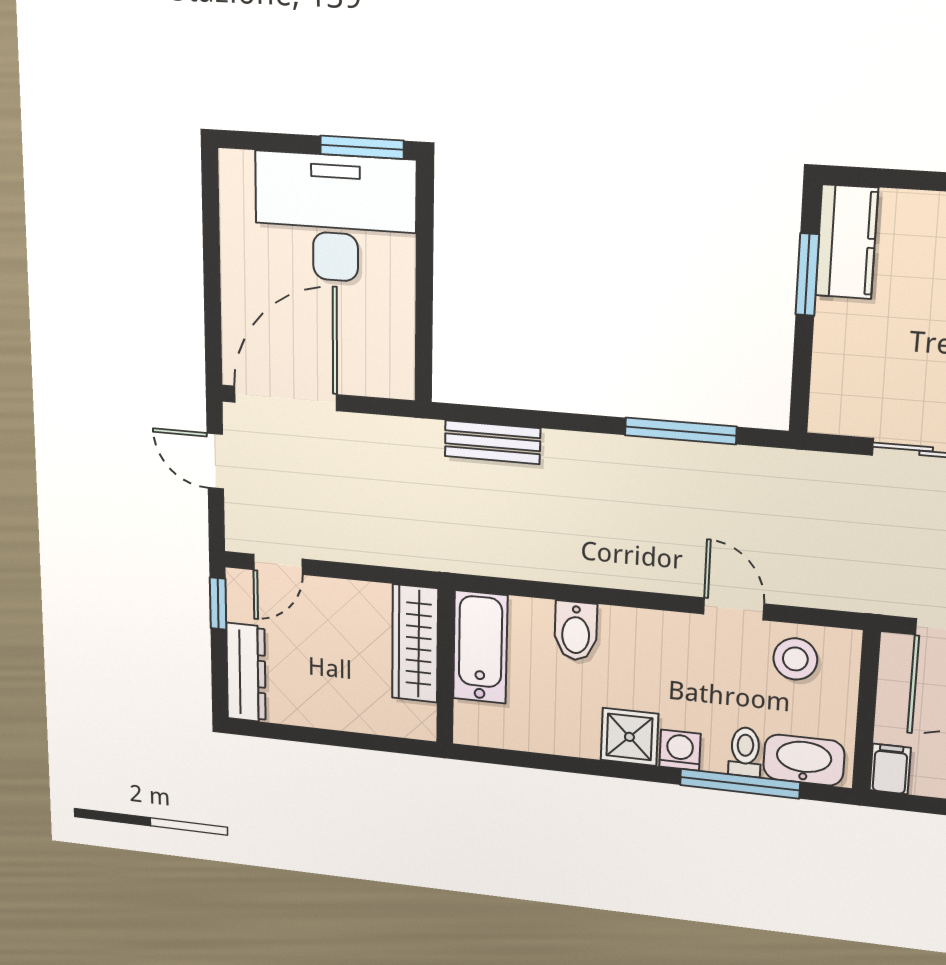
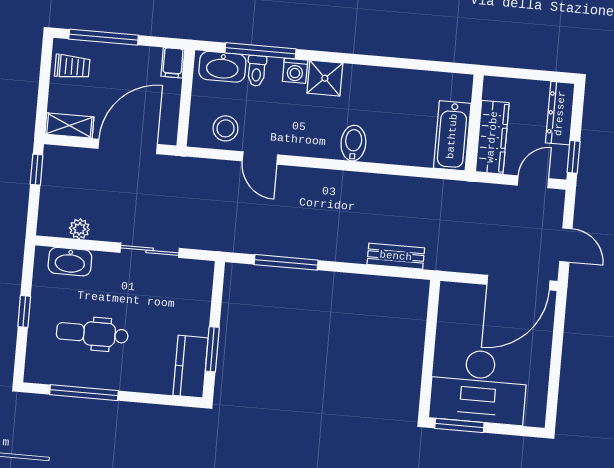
wardrobe: (415, 644) -> (492, 137), moved
bathtub: (480, 647) -> (452, 136), moved
wall: (446, 667) -> (474, 123), moved

